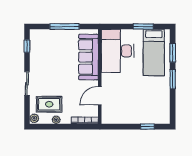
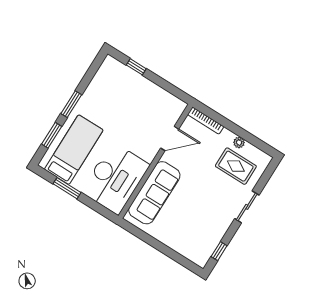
window: (65, 27) -> (160, 247), removed
plant: (34, 118) -> (264, 160), removed

